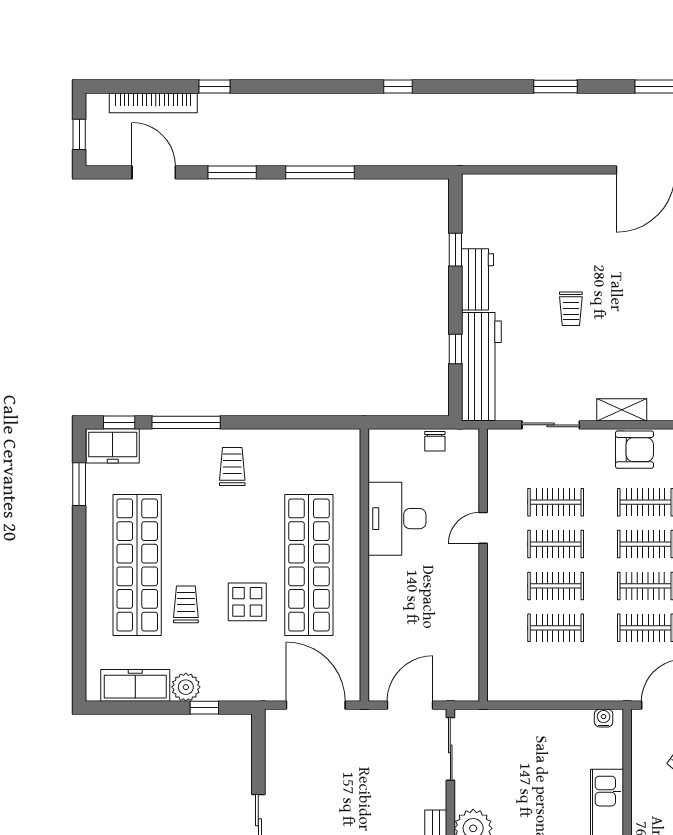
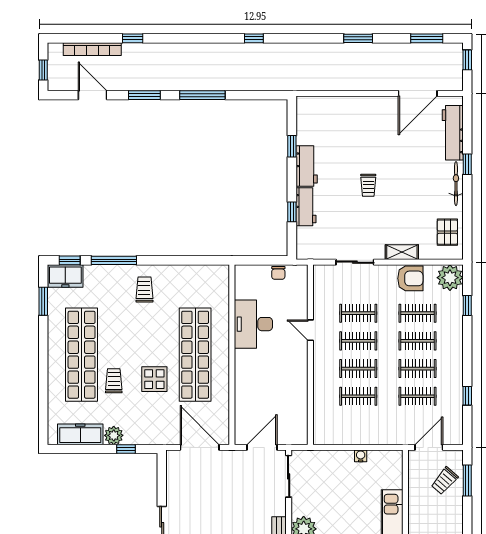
workbench: (481, 367) -> (306, 207), width x0.53, depth x0.76
door: (483, 528) -> (310, 330), hinge flipped
water cooler: (604, 718) -> (361, 456), moved

